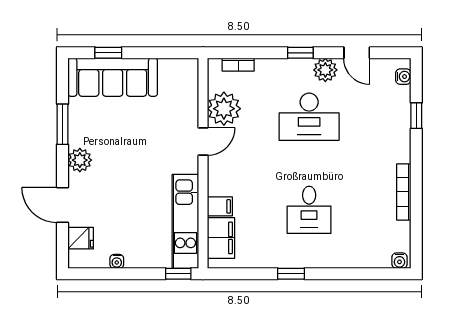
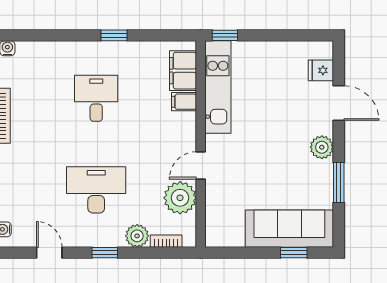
plant: (325, 70) -> (137, 236), moved
water cooler: (117, 261) -> (285, 48), removed

